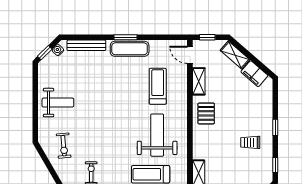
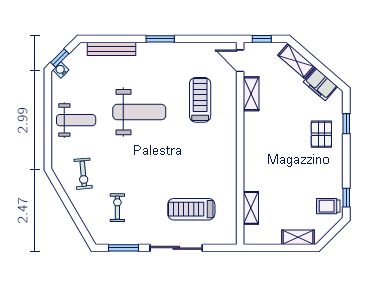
exercise mat: (130, 49) -> (165, 53), removed
water cooler: (58, 50) -> (61, 70), moved
pallet: (206, 113) -> (321, 134), moved
window: (275, 127) -> (346, 124), moved
weight bench: (157, 135) -> (139, 112), moved, turned 90
trolley: (250, 142) -> (328, 206), moved

